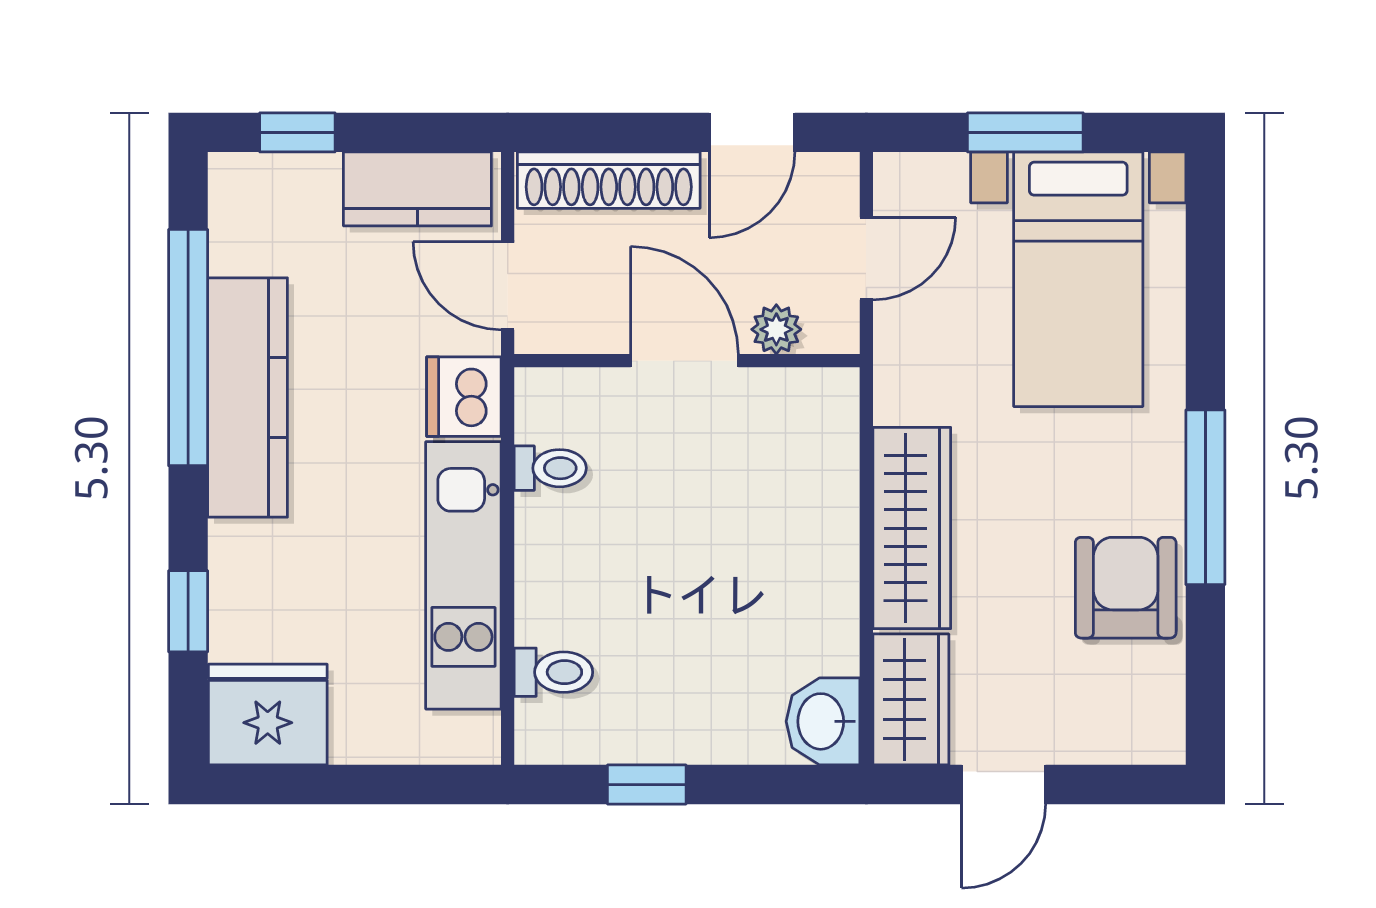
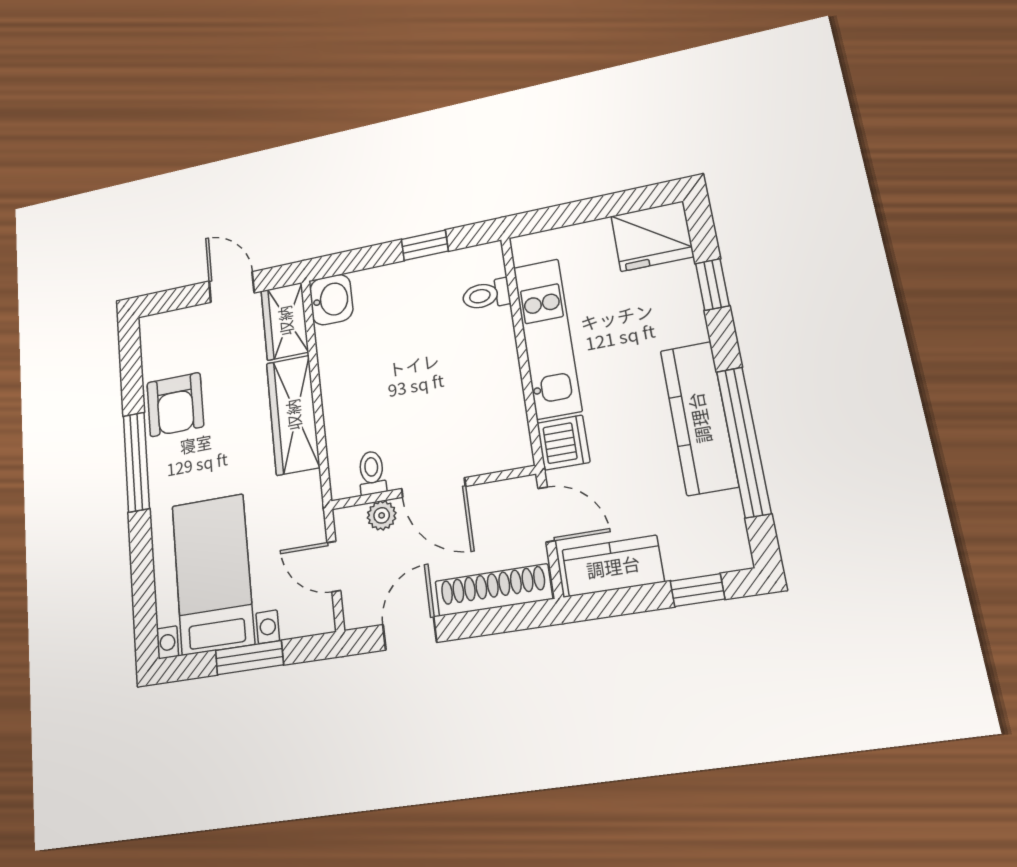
door: (866, 259) -> (334, 566), hinge flipped
toilet: (550, 468) -> (372, 473), moved, turned 90
door: (1004, 785) -> (232, 287), hinge flipped

